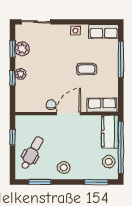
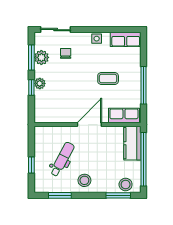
window: (12, 49) -> (31, 58), width x1.50
window: (121, 60) -> (144, 85), moved
chair: (51, 105) -> (66, 53), moved
window: (12, 137) -> (31, 165), moved
dental chair: (32, 153) -> (62, 159), moved
stool: (109, 162) -> (126, 184), moved

